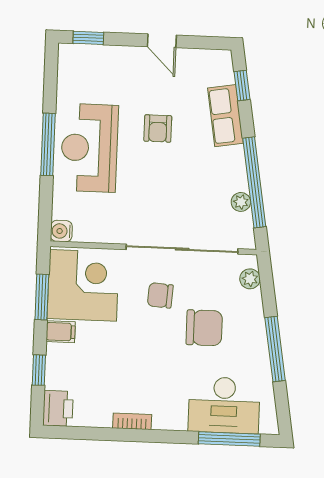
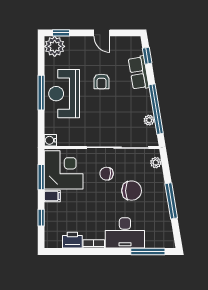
plant: (76, 62) -> (55, 46), added
desk: (224, 405) -> (125, 233), moved
printer: (58, 408) -> (72, 240), moved, turned -90

